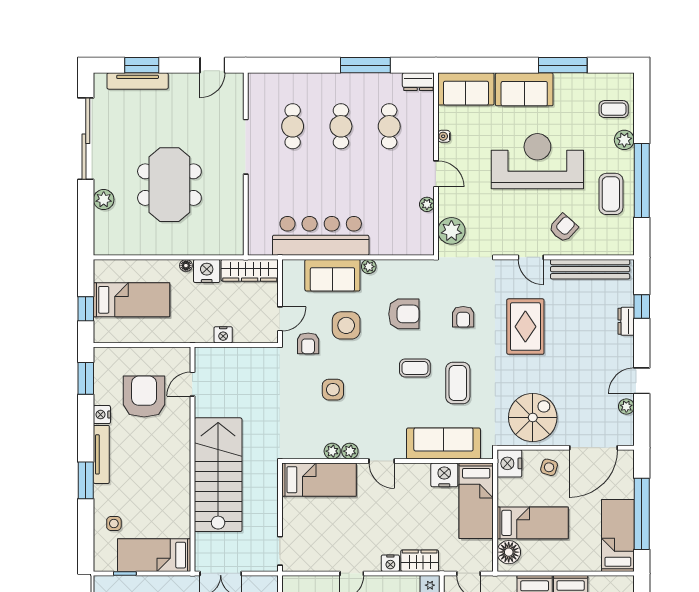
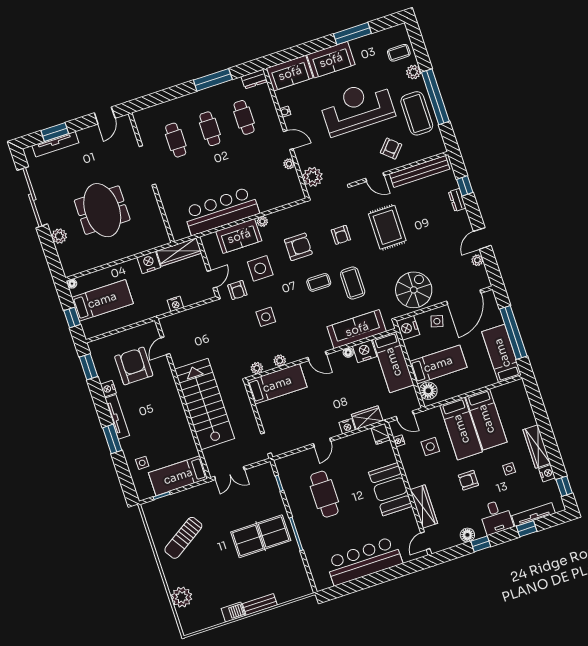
coffee table: (611, 194) -> (417, 113), width x1.36, depth x1.32
floor lamp: (186, 266) -> (72, 284), moved
plant: (350, 451) -> (257, 368), moved
floor lamp: (423, 470) -> (348, 352), added

